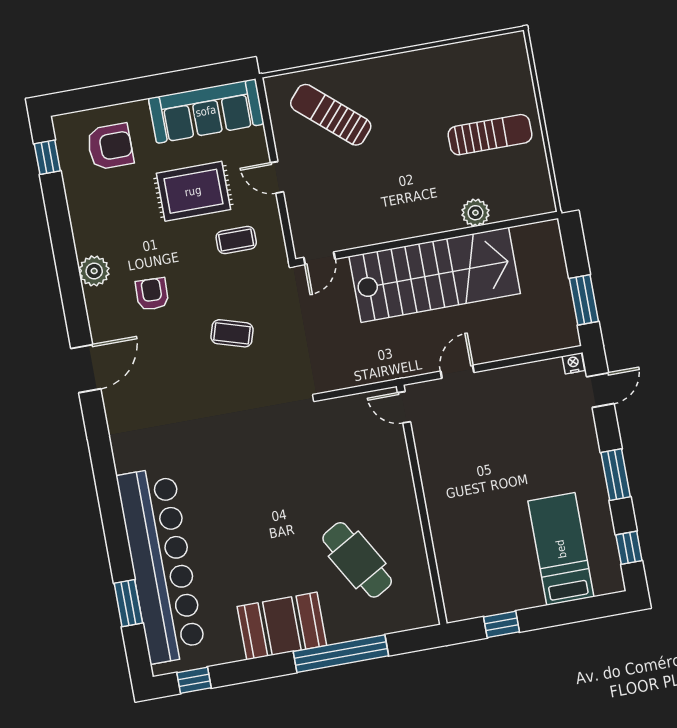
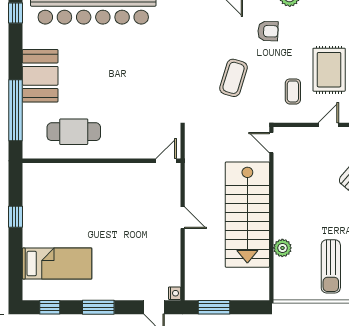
coffee table: (232, 333) -> (234, 78), width x1.36, depth x1.30
door: (404, 407) -> (166, 161), moved
wall: (422, 505) -> (101, 161), moved
cafe table: (357, 560) -> (74, 132), turned 30

